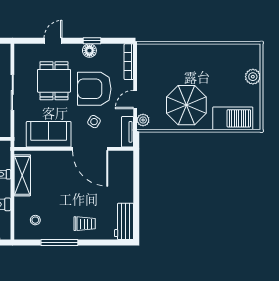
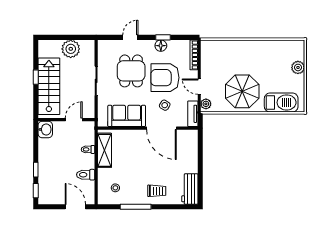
door: (135, 99) -> (199, 87), hinge flipped

